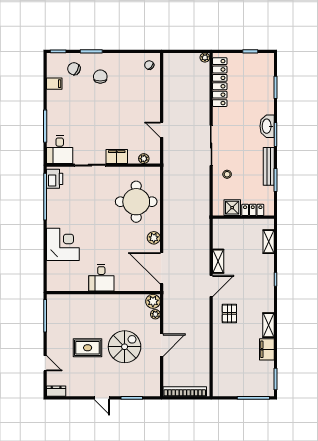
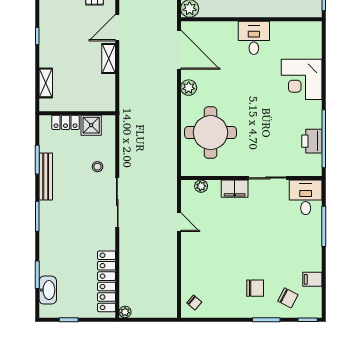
chair: (100, 77) -> (255, 288), turned -90
washbasin: (267, 126) -> (48, 290), moved
printer: (55, 179) -> (312, 141), moved

